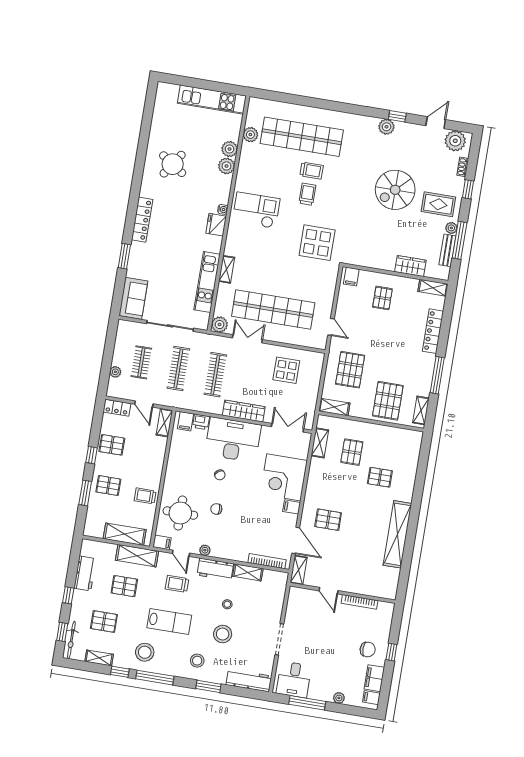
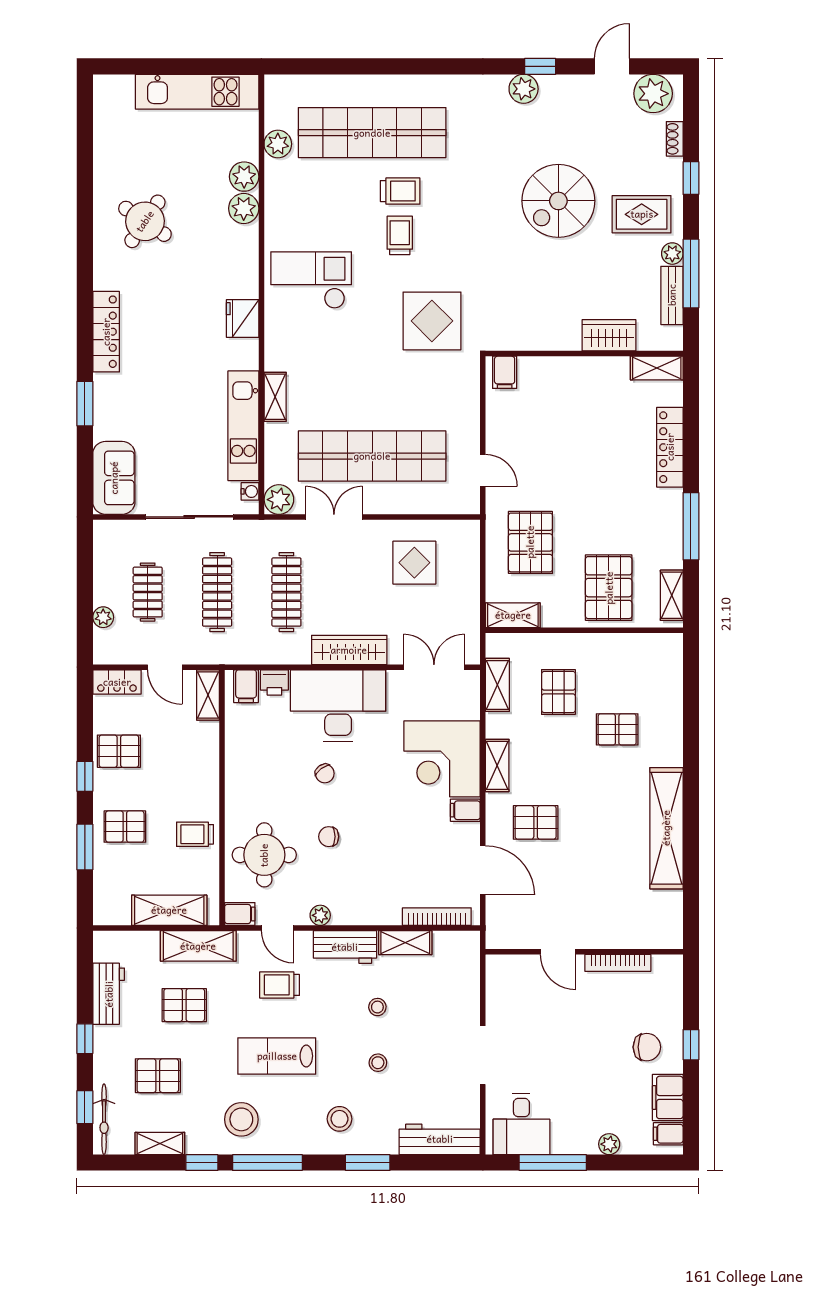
water cooler: (223, 209) -> (250, 491), moved
pallet: (382, 298) -> (568, 402), removed
shelving: (299, 570) -> (497, 765), moved
lab bench: (169, 621) -> (277, 1056), turned 180
stool: (223, 634) -> (378, 1063), width x0.53, depth x0.53

